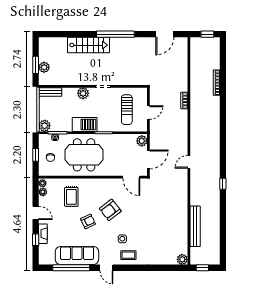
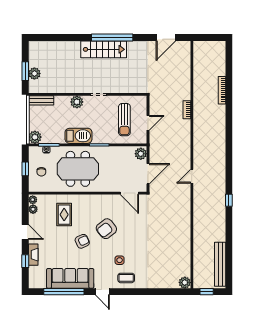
window: (207, 34) -> (212, 38), removed
stairs: (89, 45) -> (104, 49), moved
bench: (195, 226) -> (220, 264), moved

